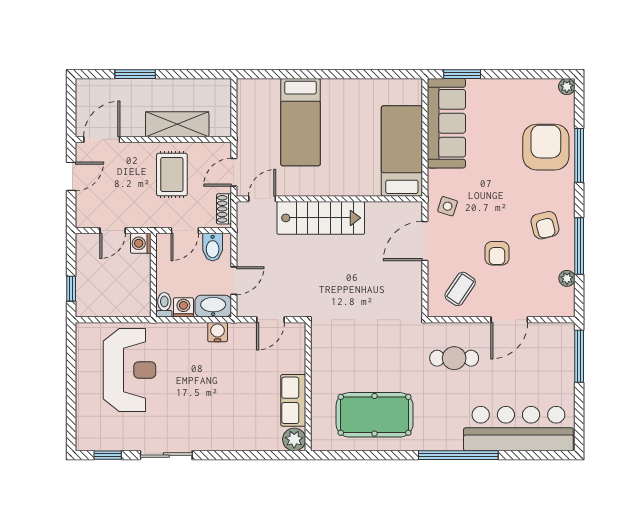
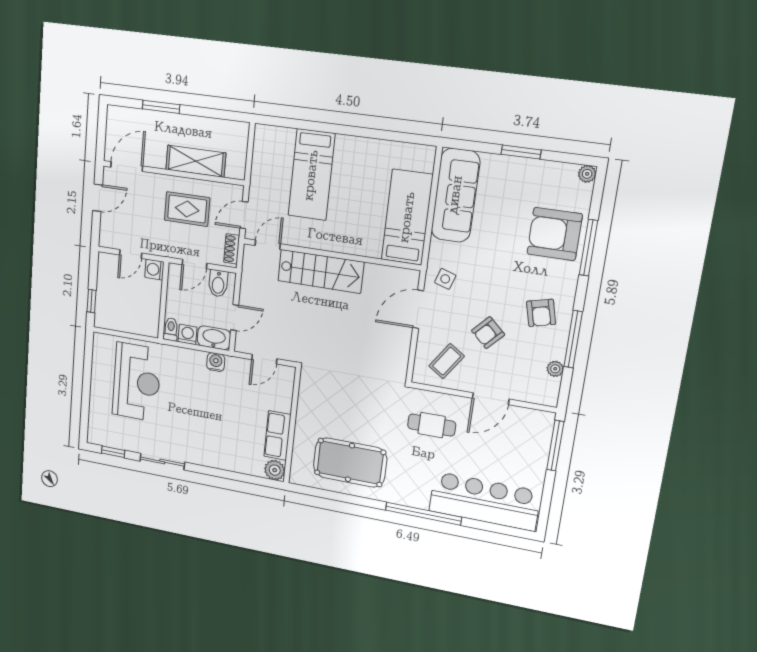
window: (462, 74) -> (521, 152), moved
armchair: (546, 147) -> (555, 234), turned -90
rug: (172, 174) -> (187, 209), turned 90
armchair: (497, 253) -> (488, 333), turned 43

